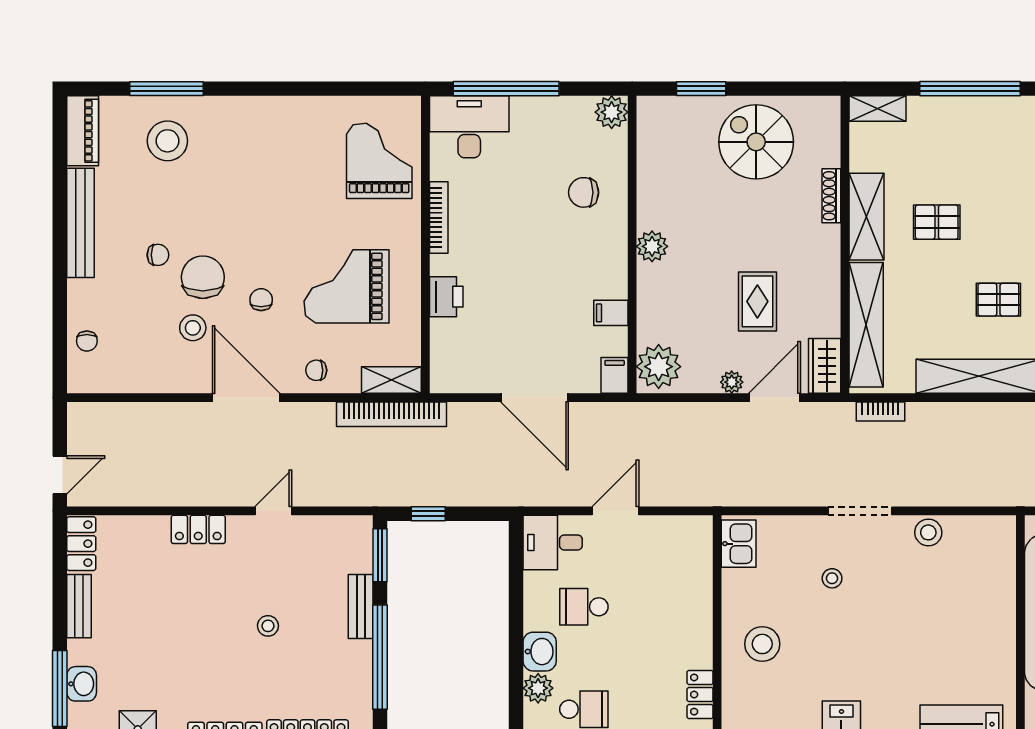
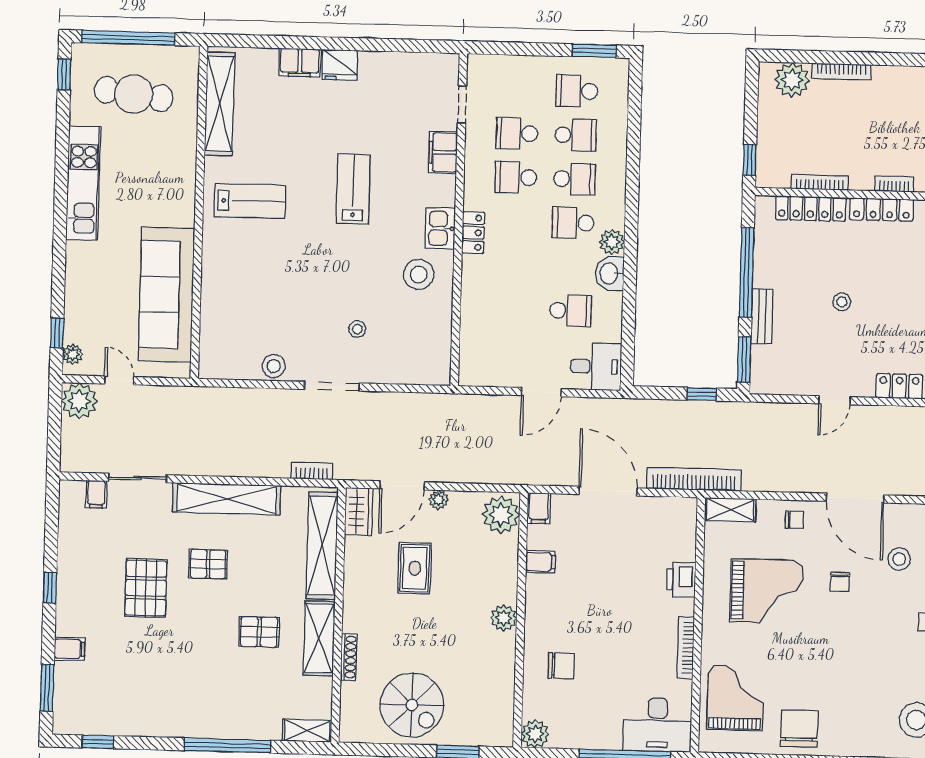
grand piano: (379, 161) -> (735, 698), turned 180
chair: (203, 277) -> (799, 728), moved, turned 180
bookcase: (391, 414) -> (694, 479), moved
kitchen sink: (739, 544) -> (440, 228), moved

